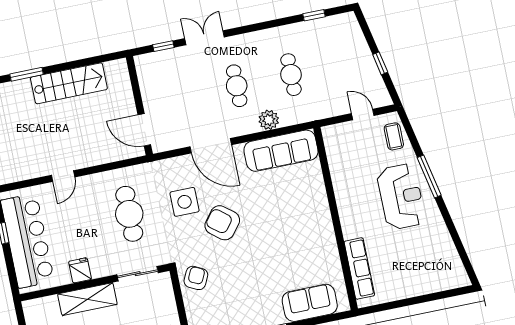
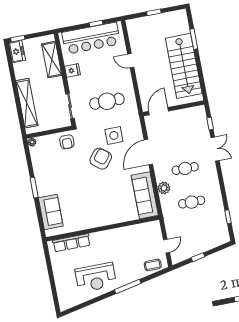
stairs: (69, 83) -> (184, 66), width x1.36, depth x1.51
reception desk: (401, 197) -> (96, 277), moved
armchair: (196, 278) -> (67, 142), turned 64
shelving: (87, 299) -> (52, 60), moved

